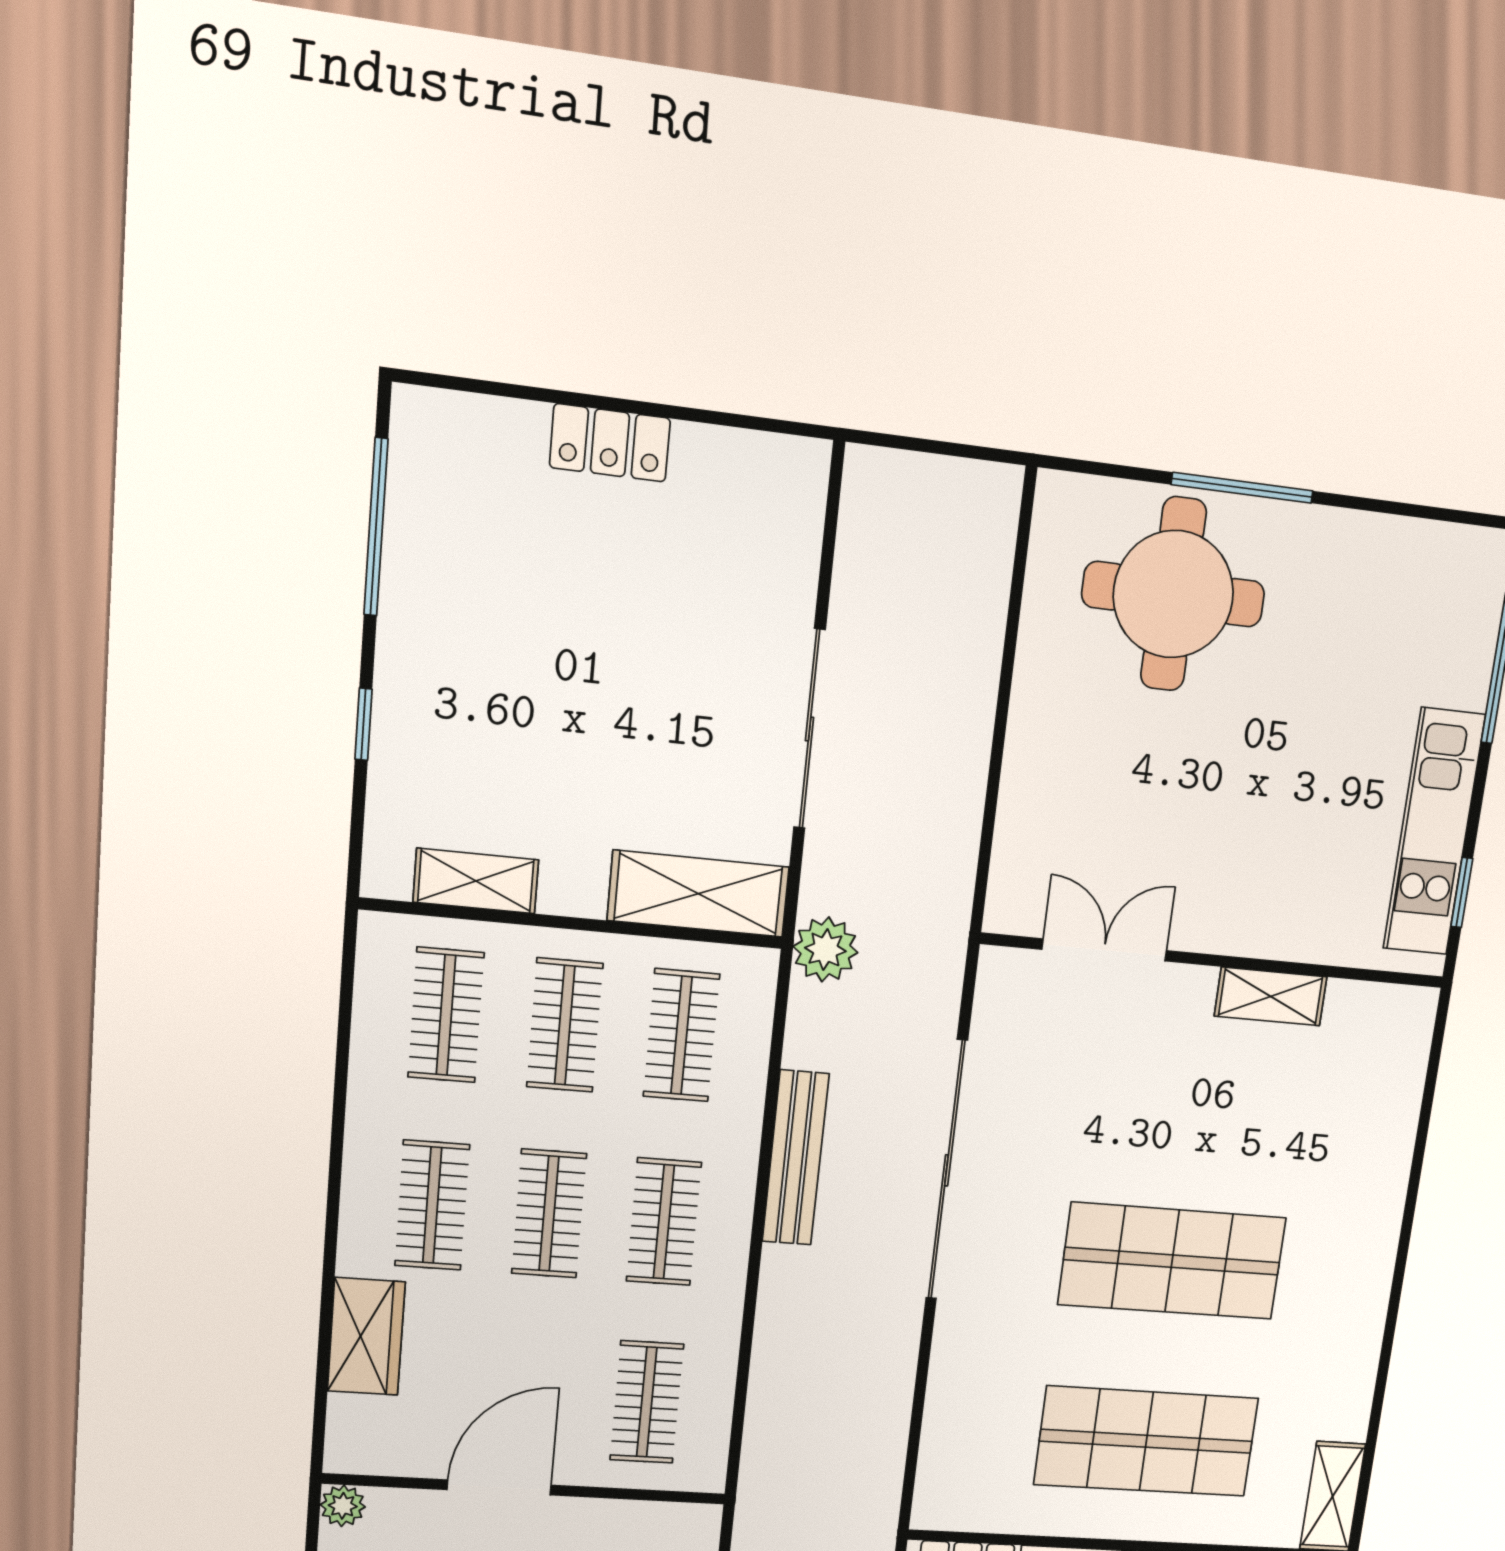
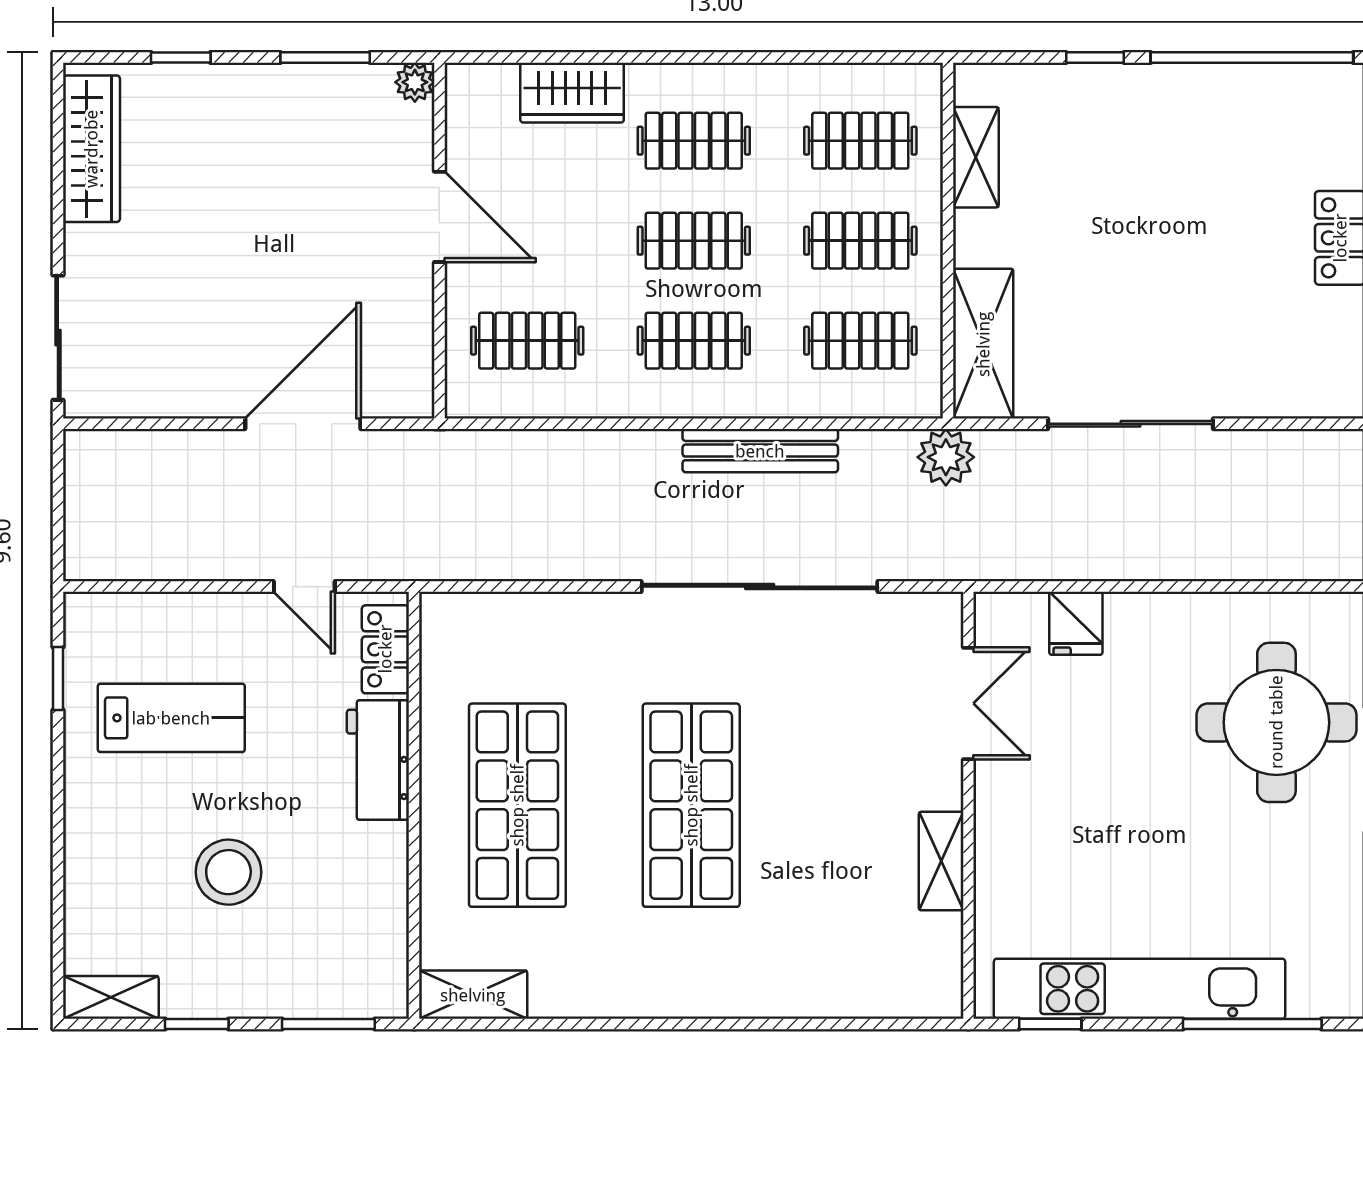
window: (376, 527) -> (1252, 58), width x1.46
fridge: (1031, 818) -> (1076, 623), added
kitchen unit: (1434, 832) -> (1140, 989), width x1.36

